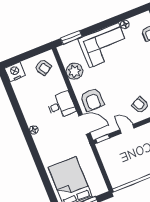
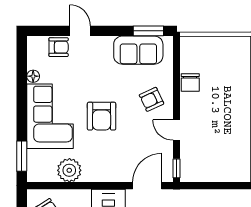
armchair: (92, 99) -> (102, 116), moved, turned 90
door: (127, 129) -> (177, 130), hinge flipped

